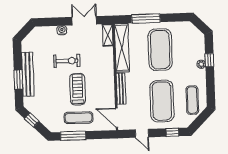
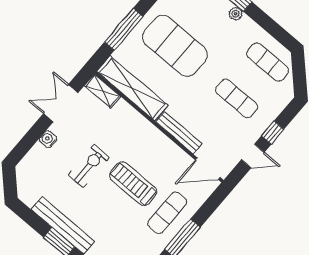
exercise mat: (162, 101) -> (237, 98), width x0.50, depth x0.69
window: (172, 132) -> (273, 133), moved

